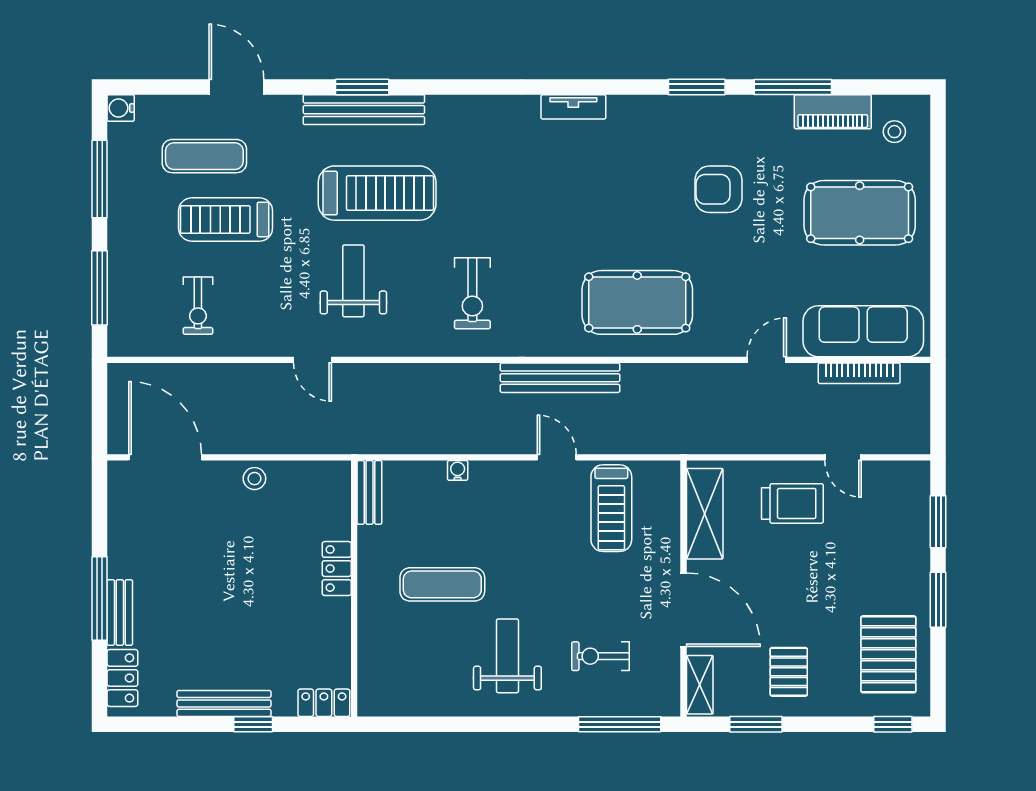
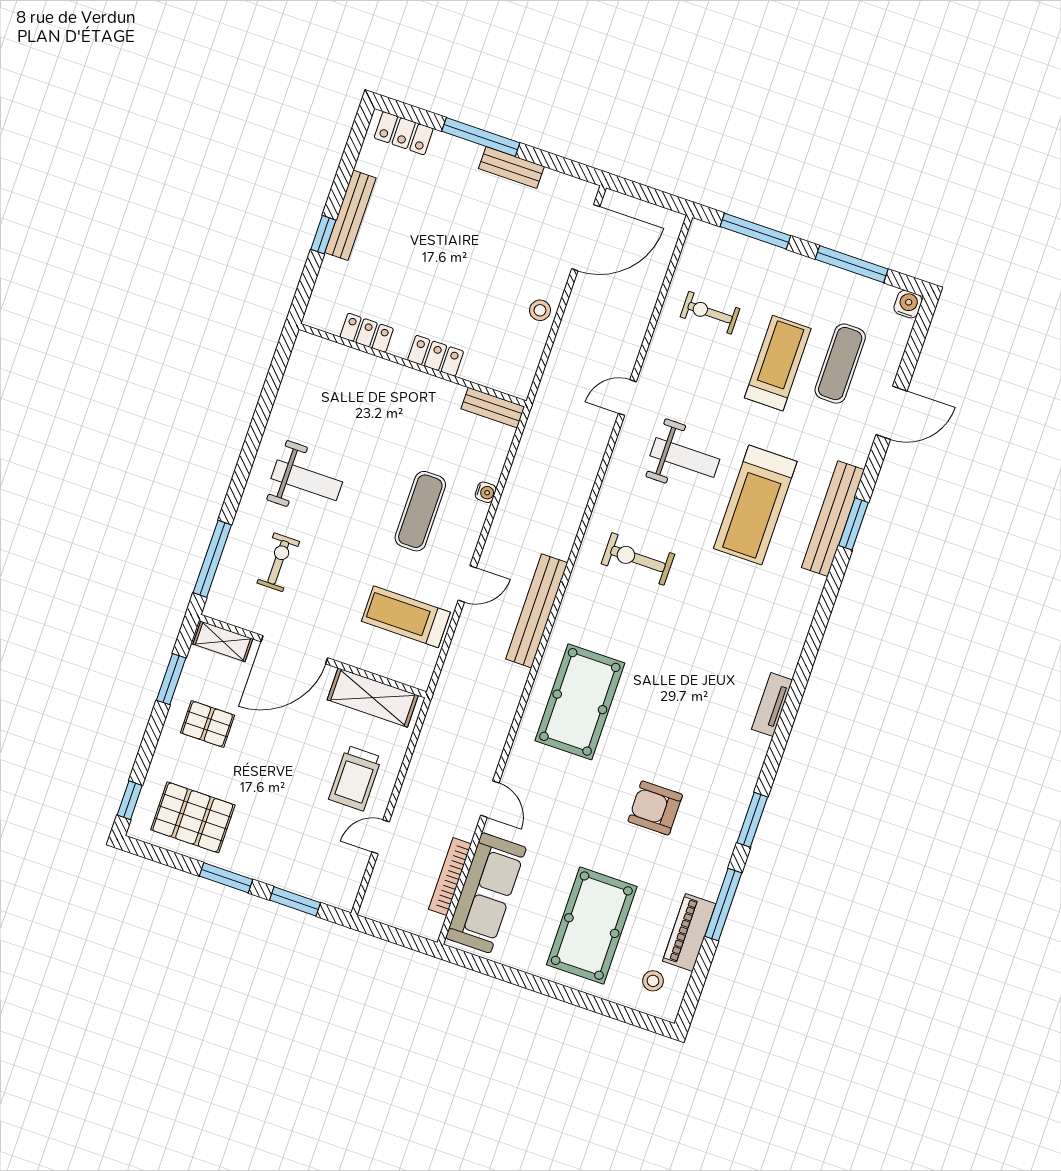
armchair: (719, 189) -> (655, 808), turned -90
exercise mat: (442, 584) -> (420, 511), moved
bench: (120, 613) -> (511, 167), moved
locker: (324, 703) -> (367, 333), moved, turned -90

